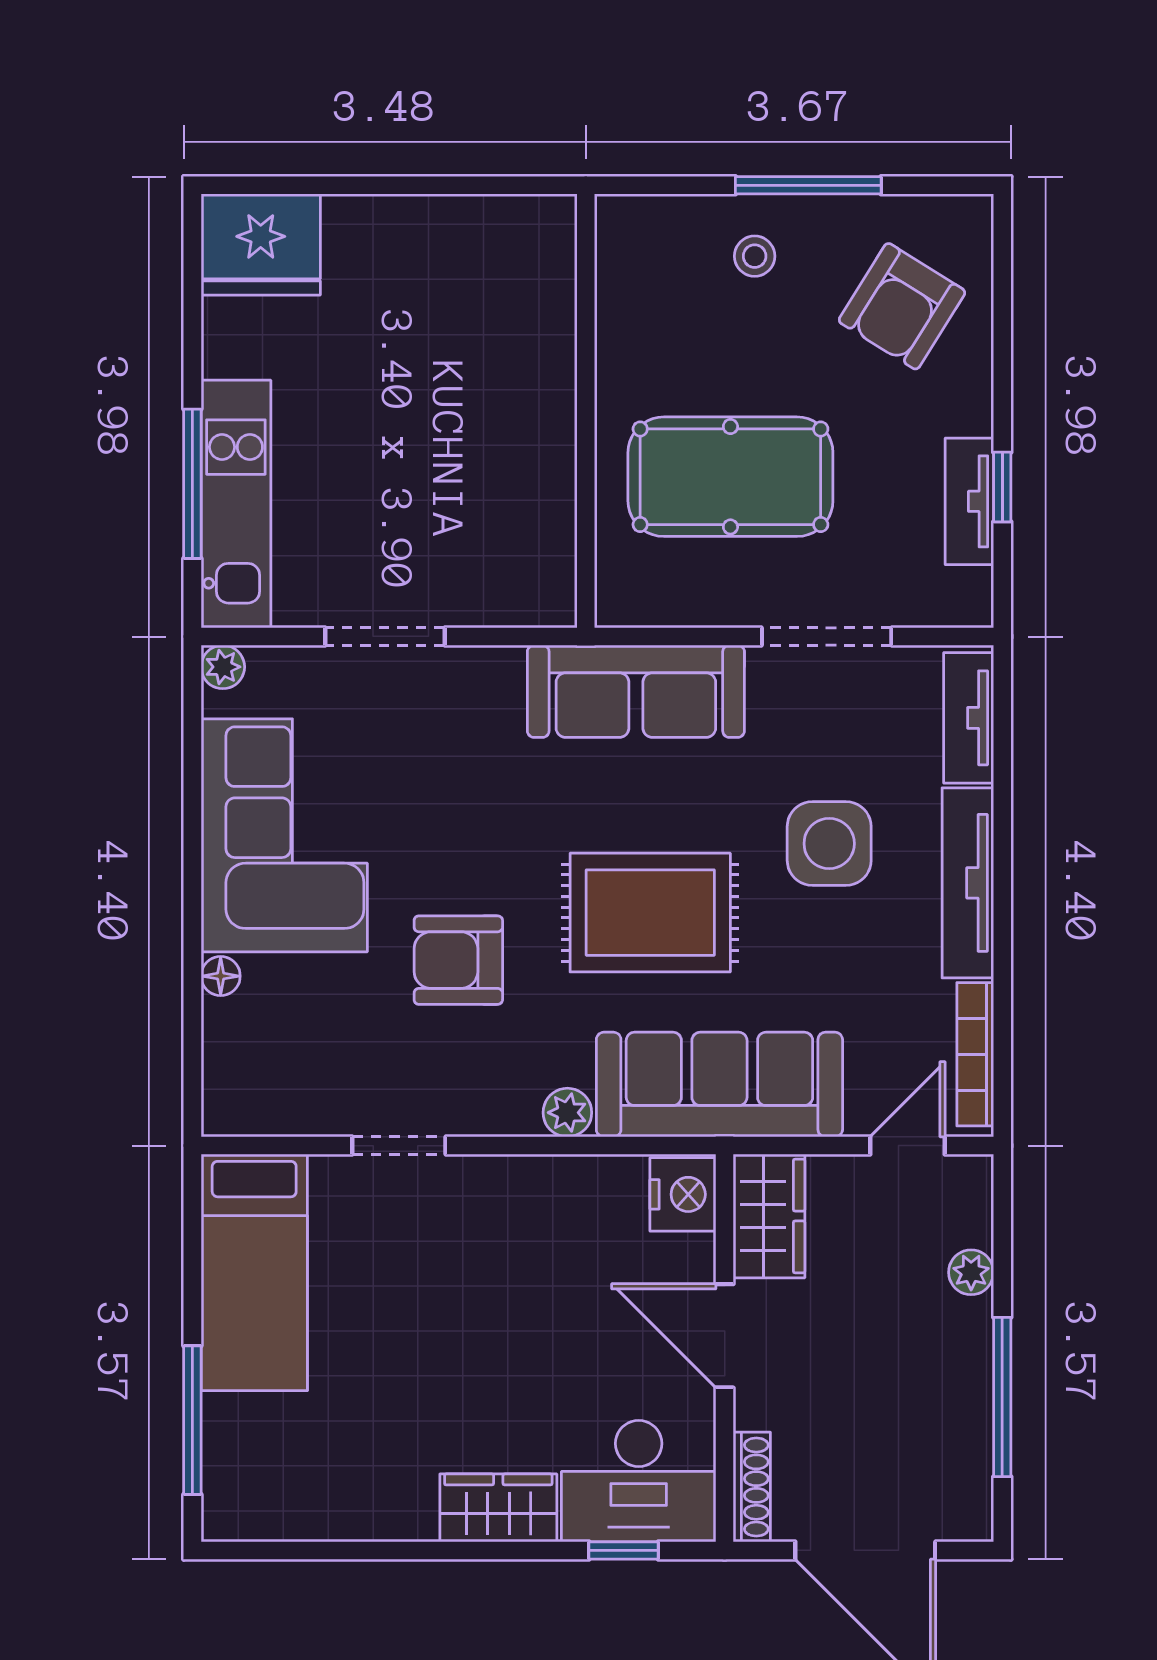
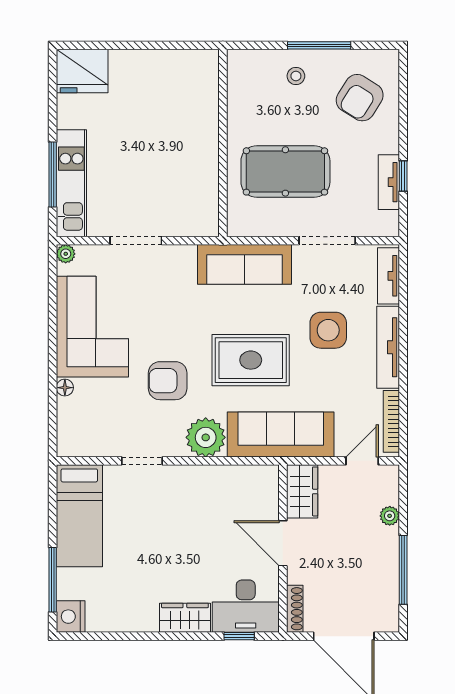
plant: (567, 1113) -> (206, 437), width x1.88, depth x1.88
nightstand: (683, 1194) -> (71, 617), moved, turned 180

